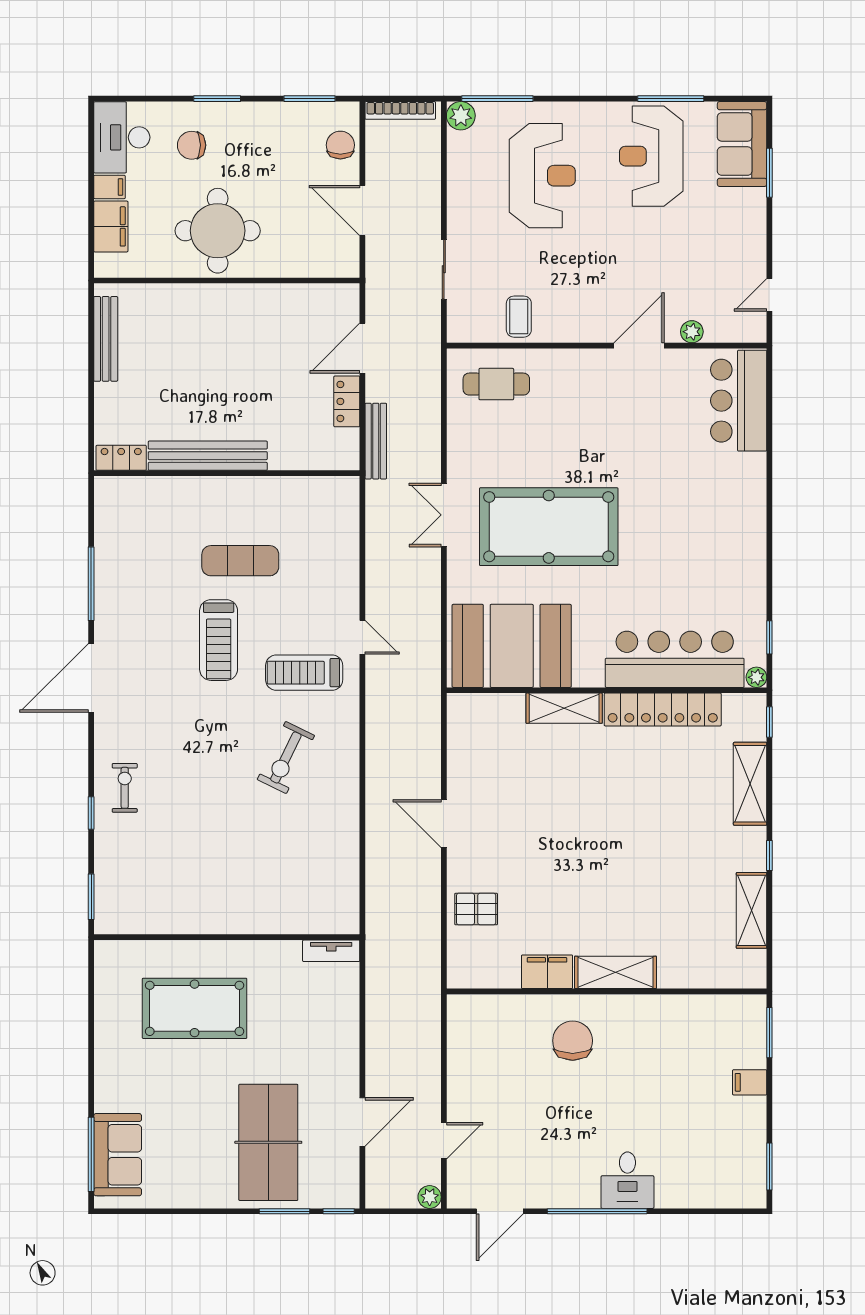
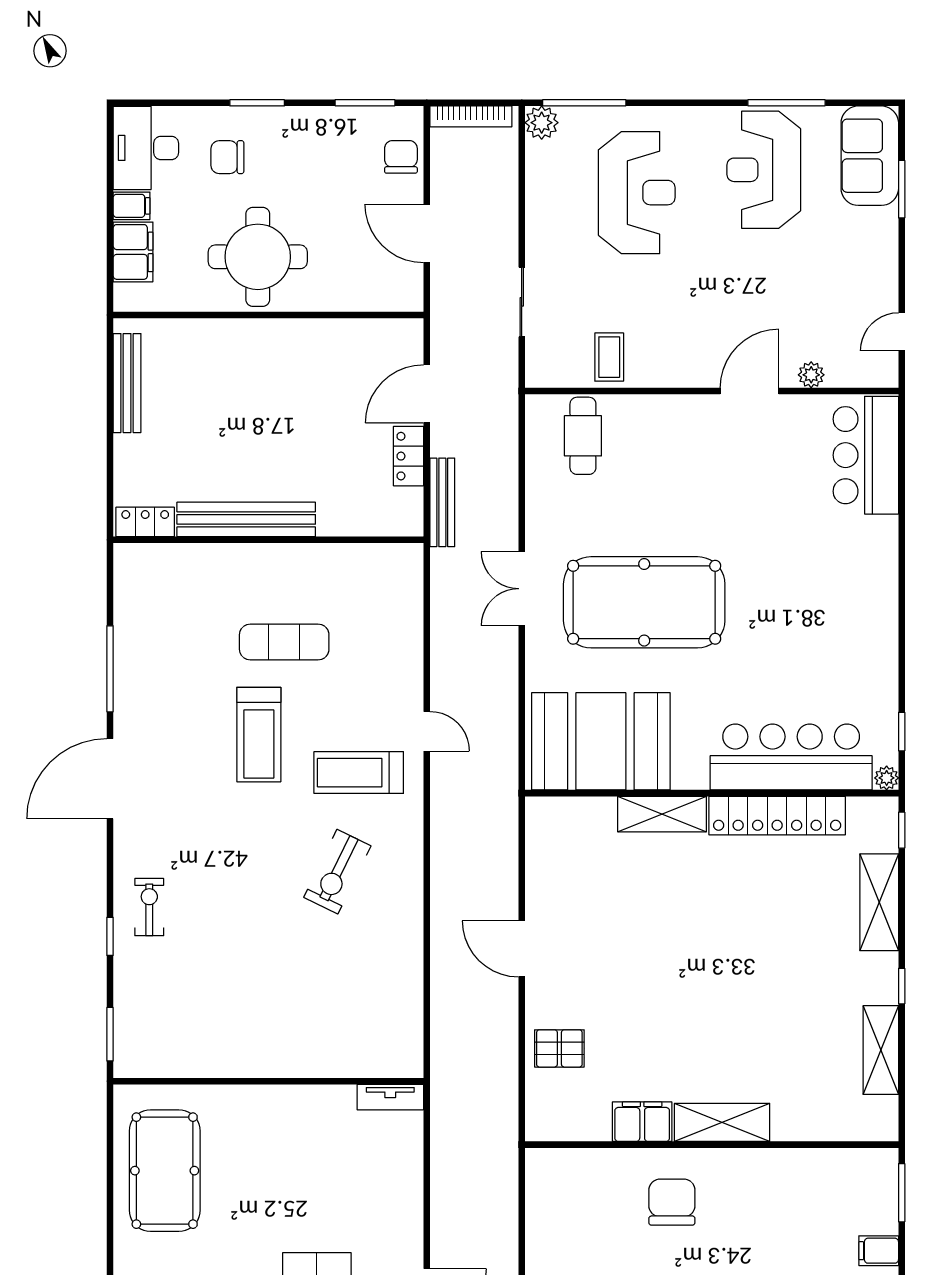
cafe table: (496, 384) -> (583, 436), turned 90
pool table: (195, 1008) -> (165, 1171), moved, turned 90

